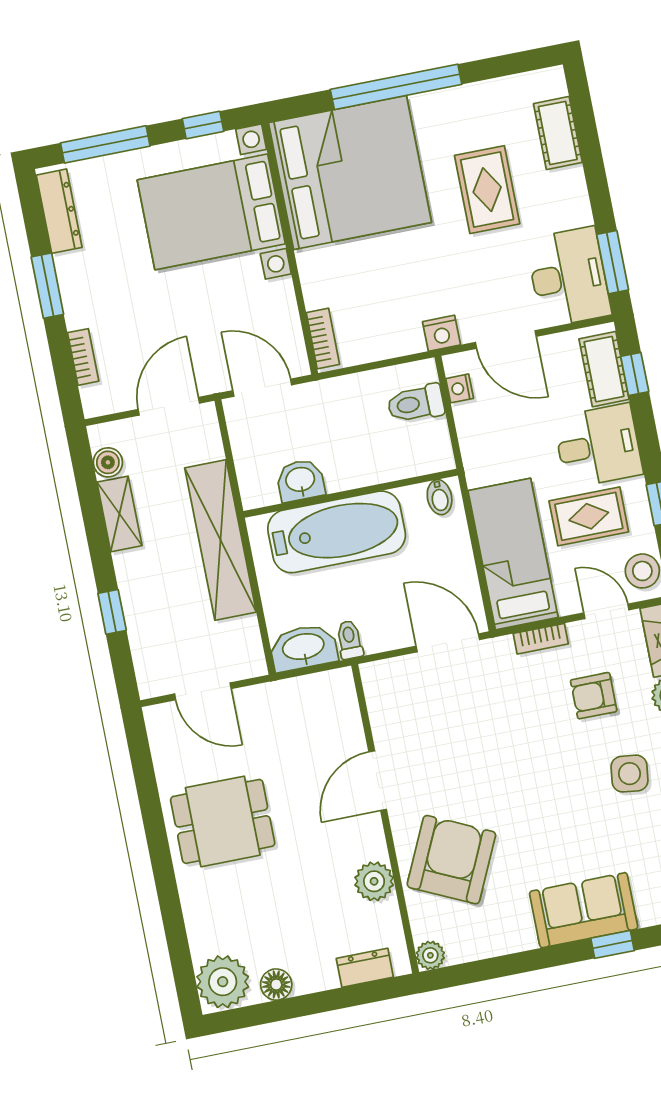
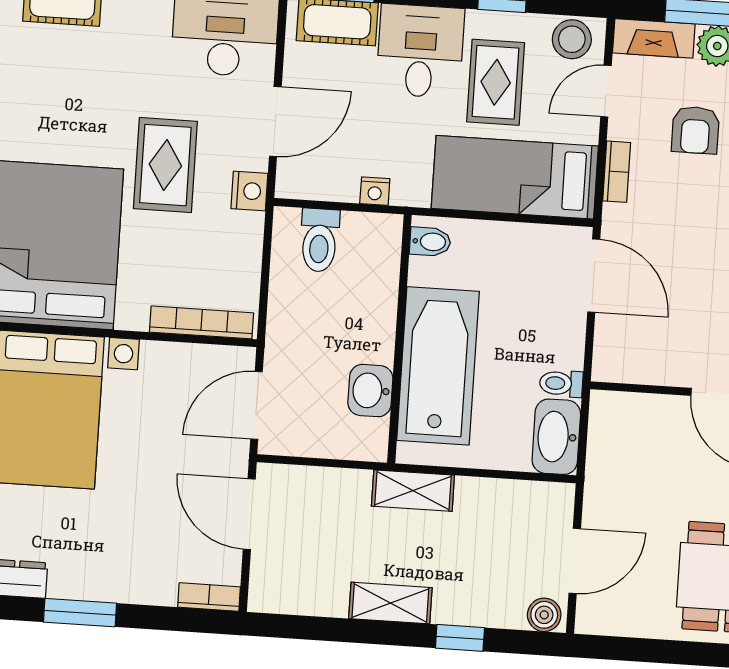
rug: (487, 190) -> (165, 165), moved, turned 90
bookcase: (323, 338) -> (202, 322), width x1.56
bookcase: (83, 357) -> (209, 597), moved
nightstand: (460, 388) -> (375, 191), moved
boiler: (108, 462) -> (544, 615), moved
shelving: (119, 514) -> (390, 603), moved
shelving: (220, 540) -> (413, 491), width x0.45, depth x0.75
door: (448, 643) -> (594, 276), swing flipped

